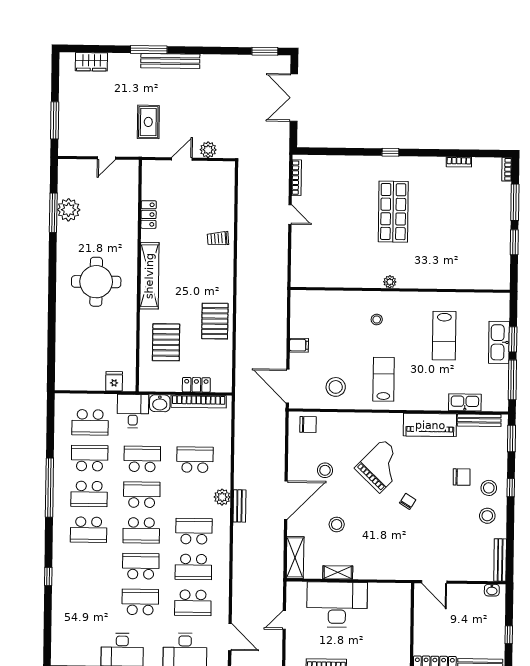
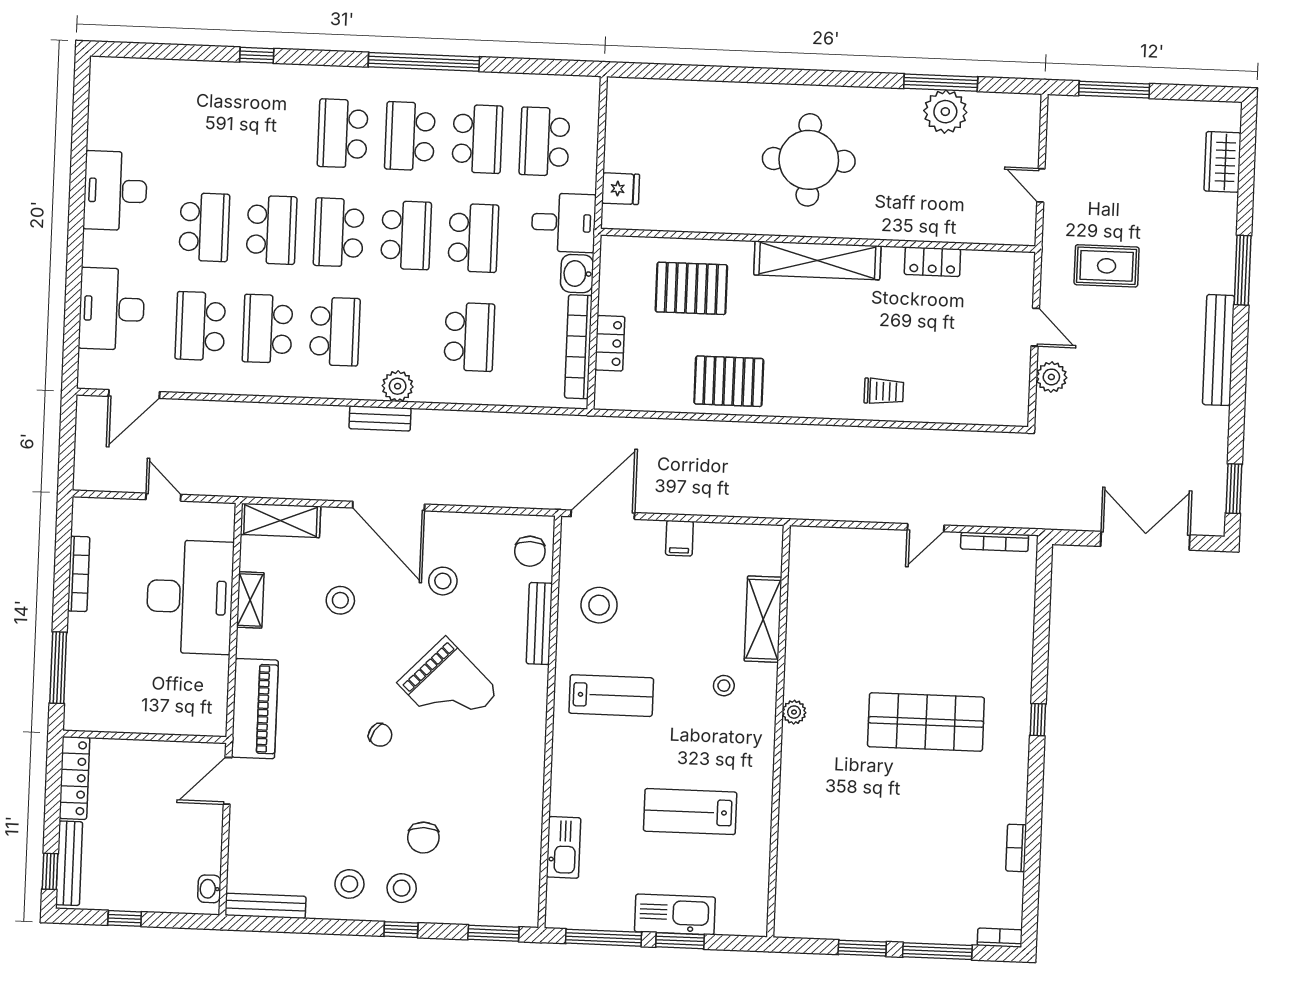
bench: (170, 61) -> (1219, 350), moved
trolley: (218, 239) -> (884, 391), turned 95
shelving: (341, 300) -> (763, 619), added
bench: (479, 420) -> (539, 624), moved
piano: (430, 425) -> (255, 709), moved, turned 180

